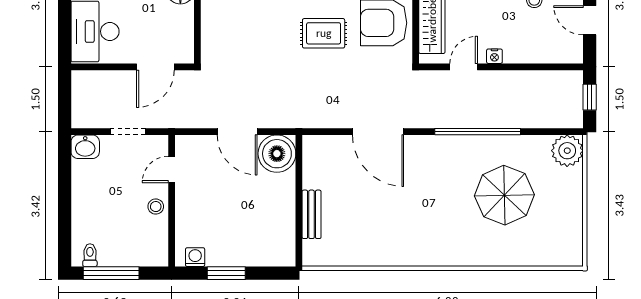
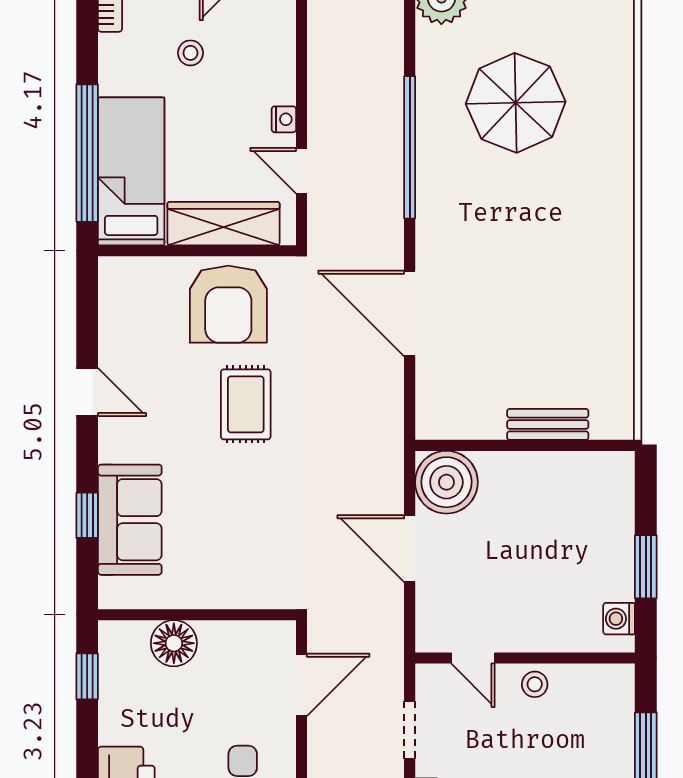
door: (155, 67) -> (302, 685), hinge flipped
door: (237, 132) -> (410, 549), swing flipped
door: (378, 132) -> (410, 314), swing flipped

